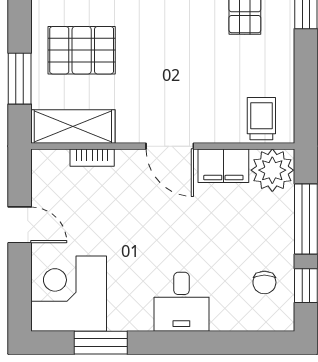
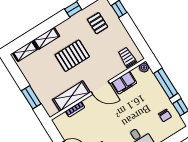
pallet: (82, 50) -> (72, 56), moved
shelving: (73, 126) -> (71, 96), moved
plant: (272, 170) -> (144, 68), width x0.53, depth x0.53

